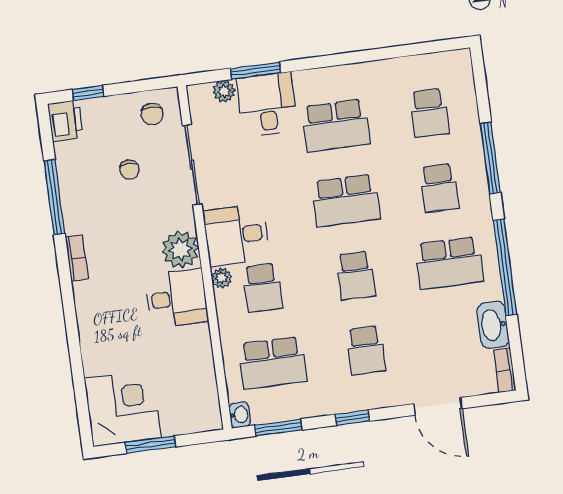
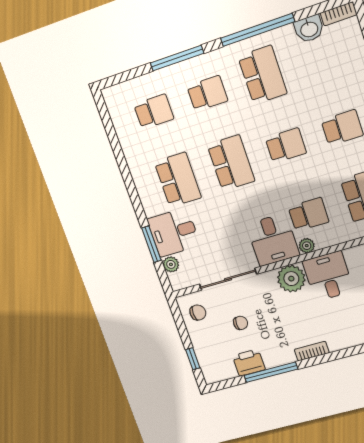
printer: (66, 121) -> (249, 363), moved
washbasin: (493, 325) -> (309, 29), width x0.72

